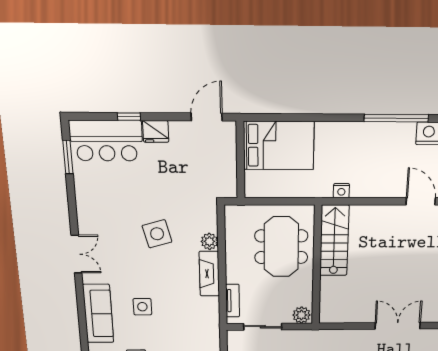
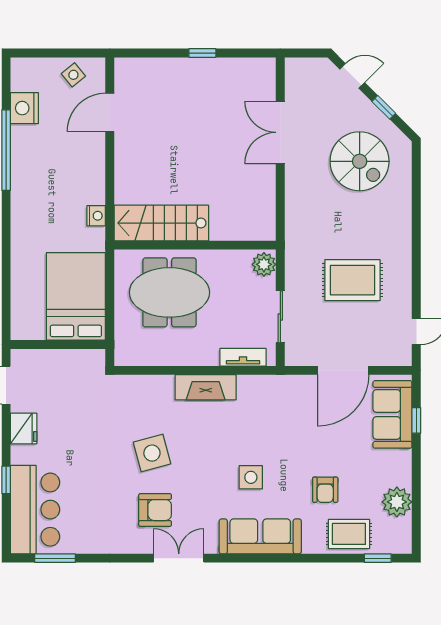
fridge: (156, 131) -> (24, 429), moved
bed: (279, 145) -> (76, 296), moved
armchair: (113, 236) -> (155, 510), added
plant: (209, 241) -> (162, 386), removed

